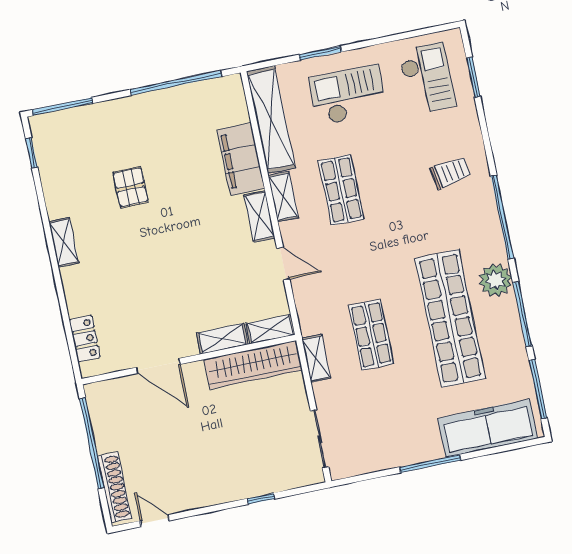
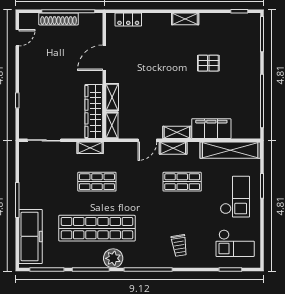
shelving: (283, 197) -> (173, 148), moved
shoe rack: (114, 487) -> (59, 19), moved

